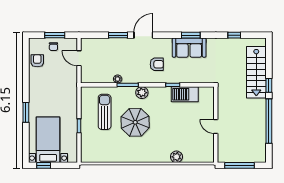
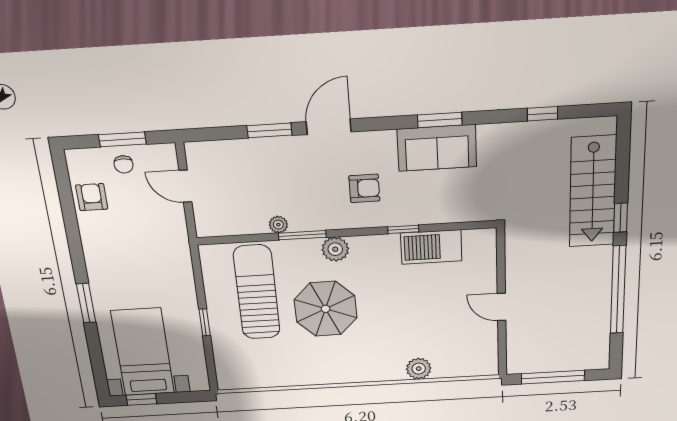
sun lounger: (105, 112) -> (257, 292), width x1.36, depth x1.34

